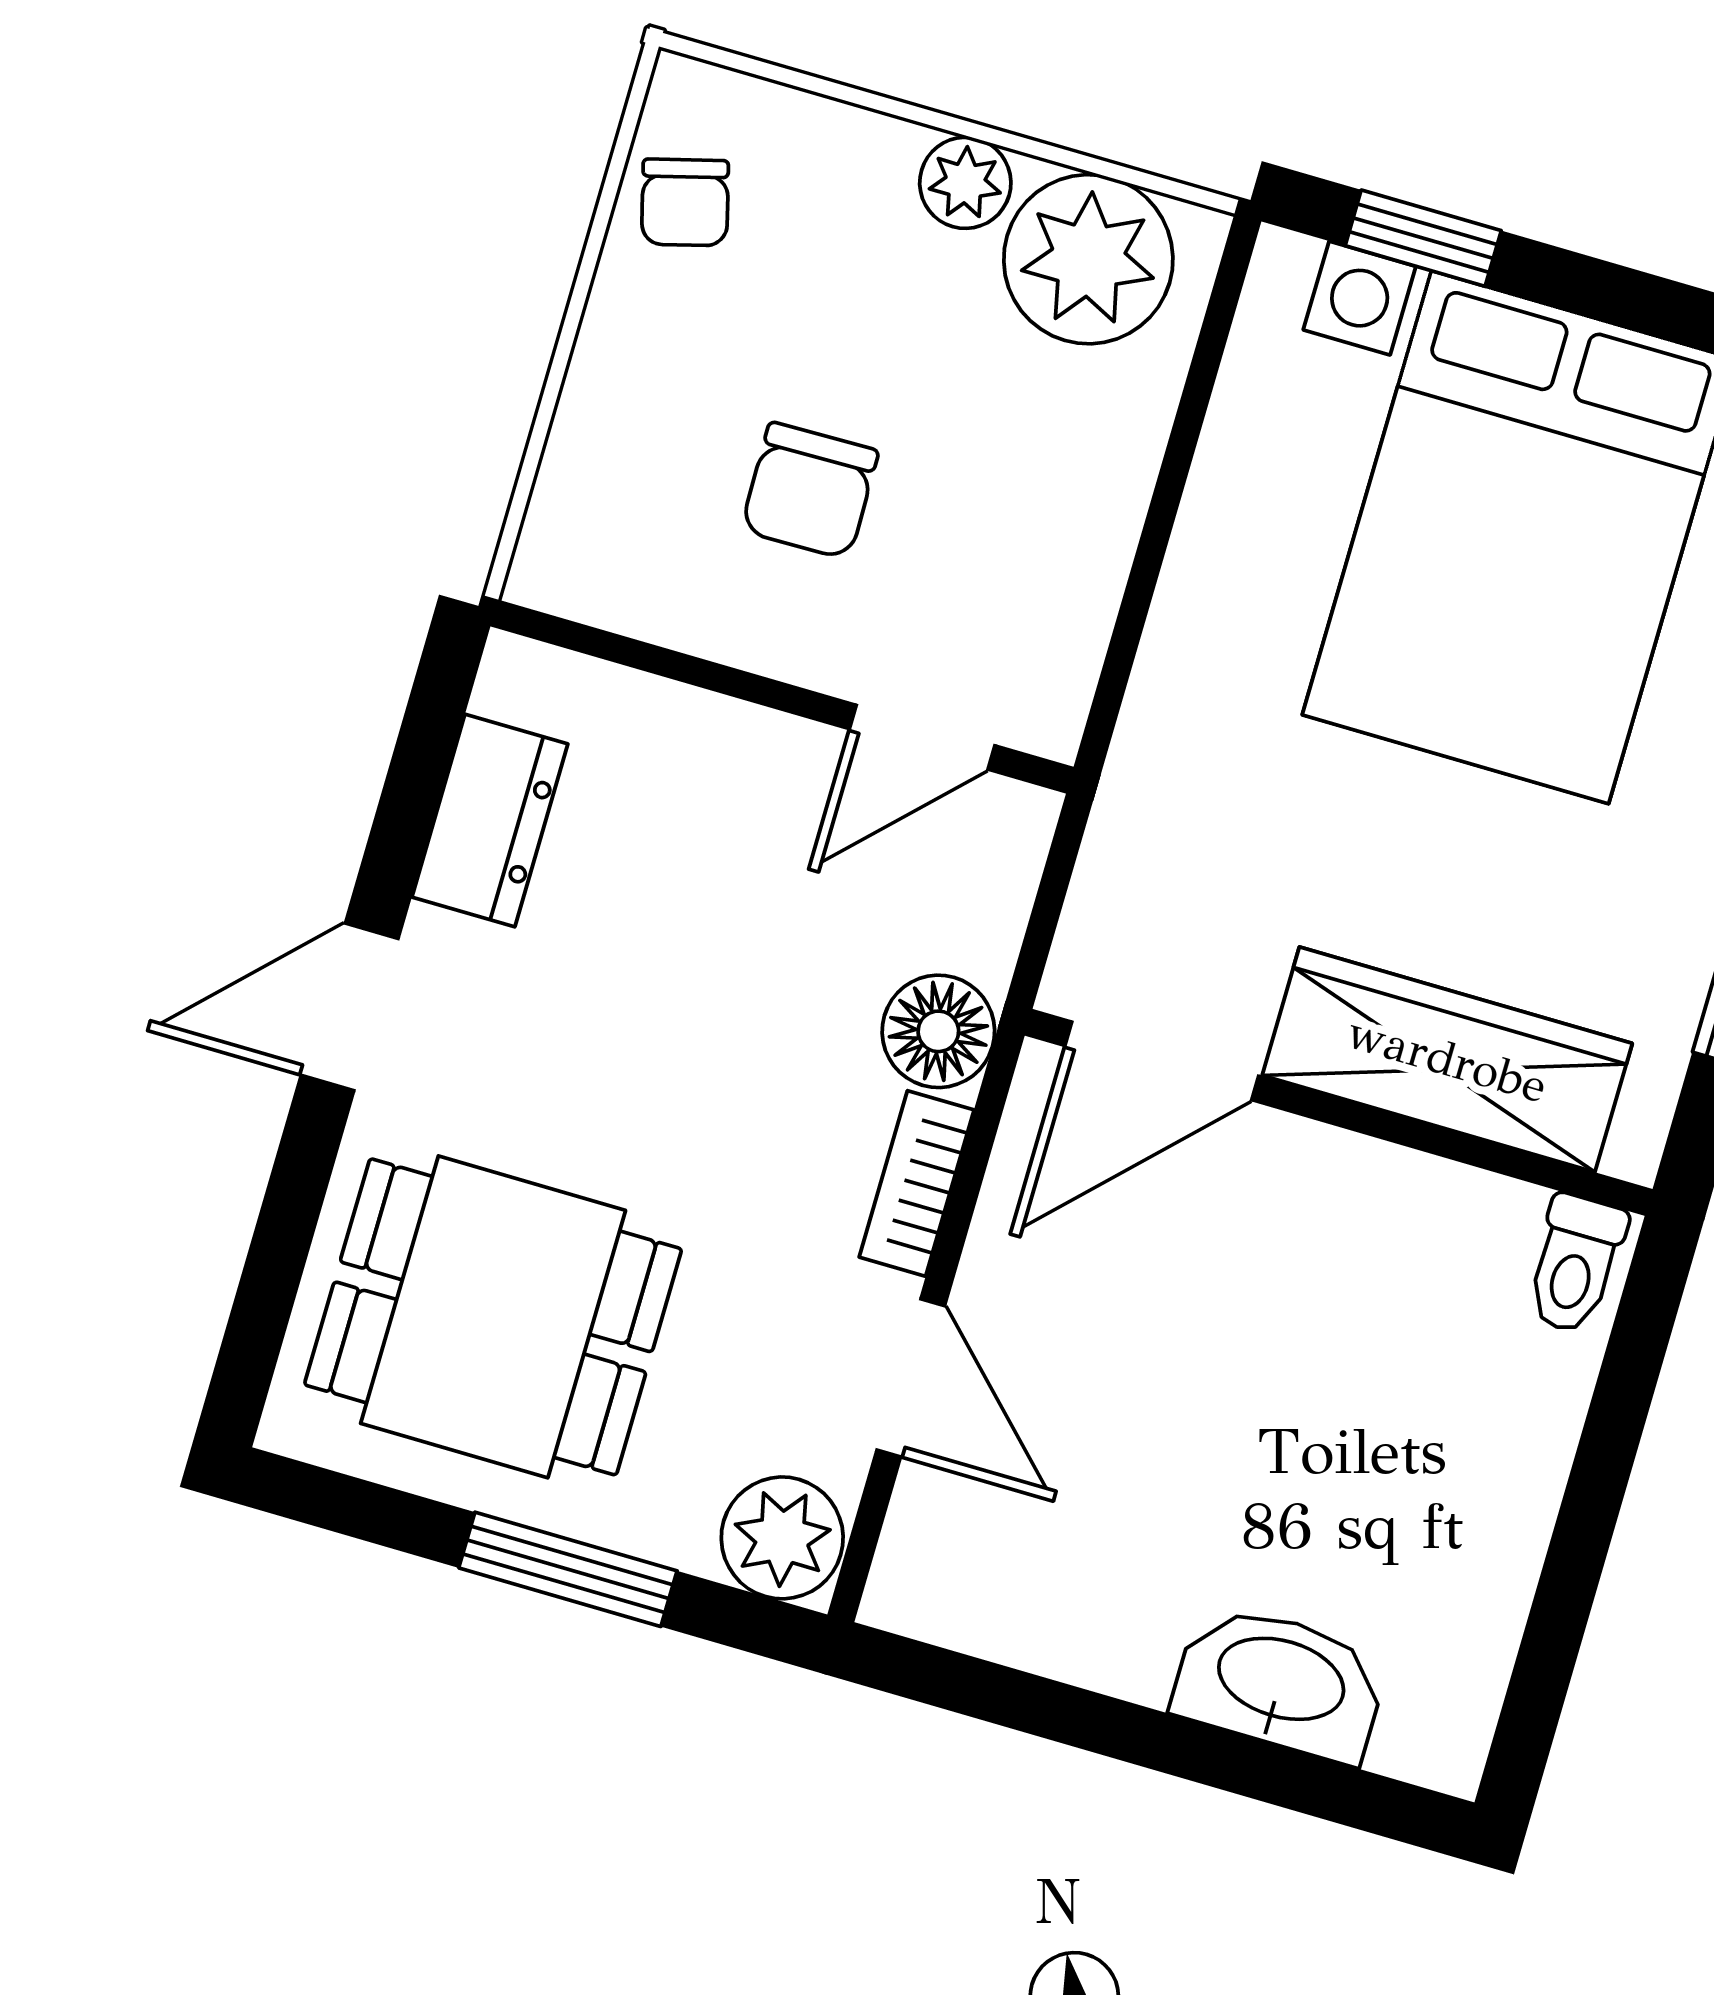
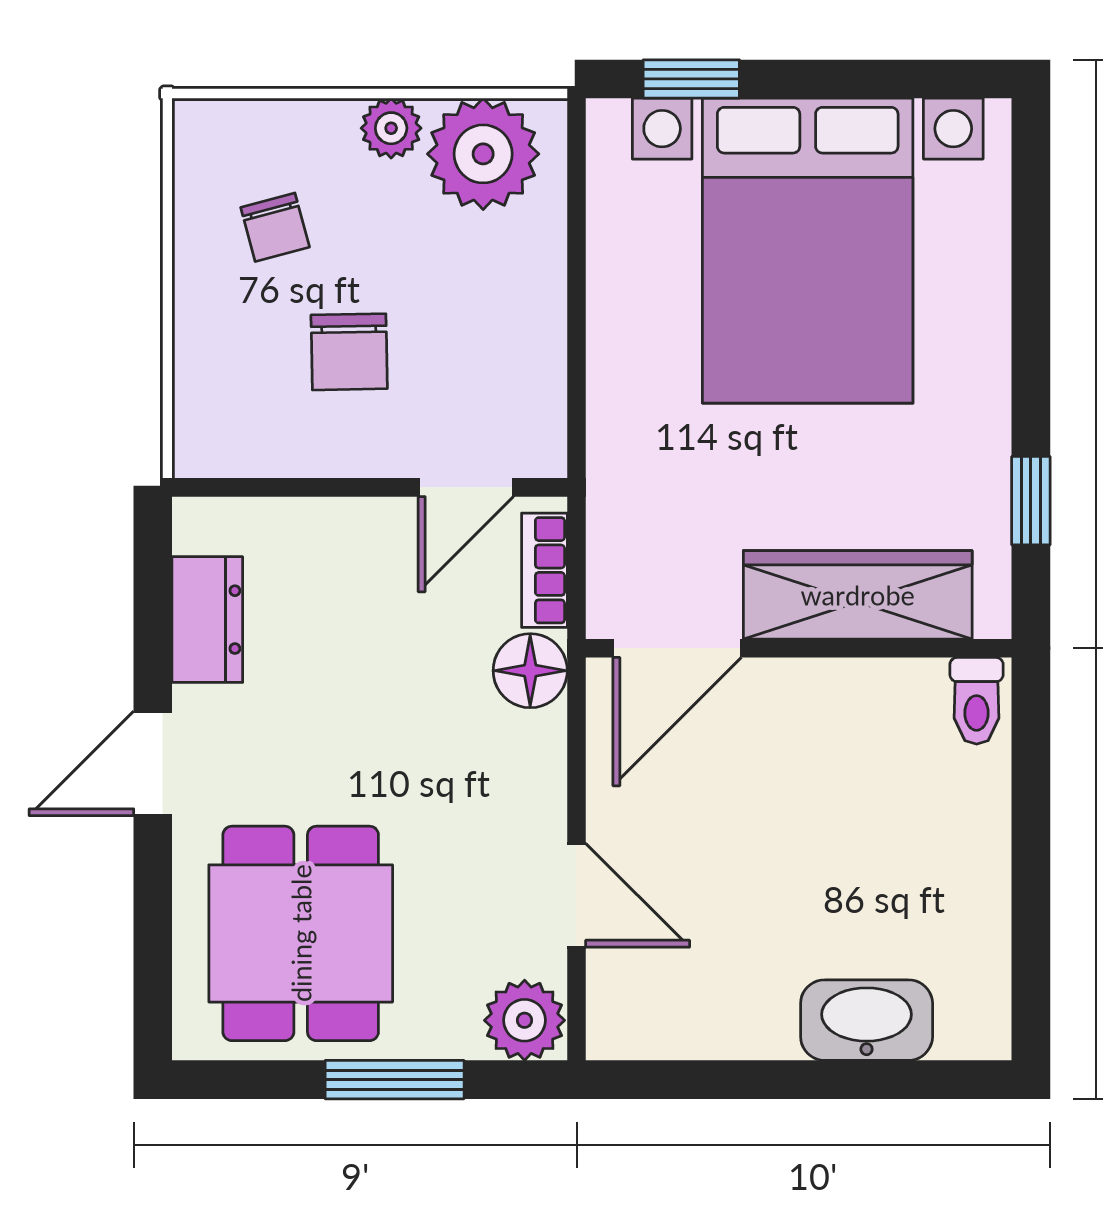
chair: (685, 202) -> (275, 227), moved
bookcase: (917, 1184) -> (544, 570), moved
dining table: (493, 1317) -> (301, 933), turned 90

